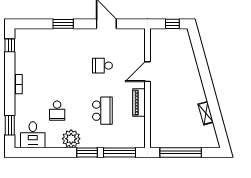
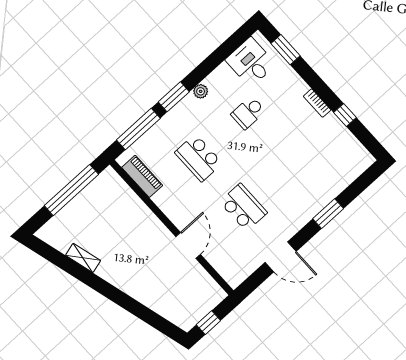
window: (10, 45) -> (345, 115), moved
school desk: (102, 66) -> (243, 207), width x1.85
piano: (139, 103) -> (142, 176), moved
school desk: (57, 111) -> (248, 113), turned -90
plant: (71, 139) -> (201, 91), width x0.53, depth x0.53

